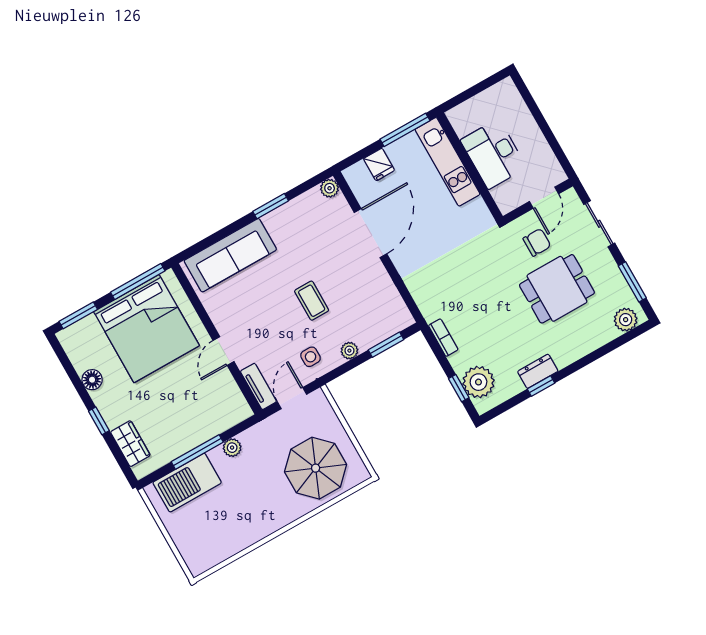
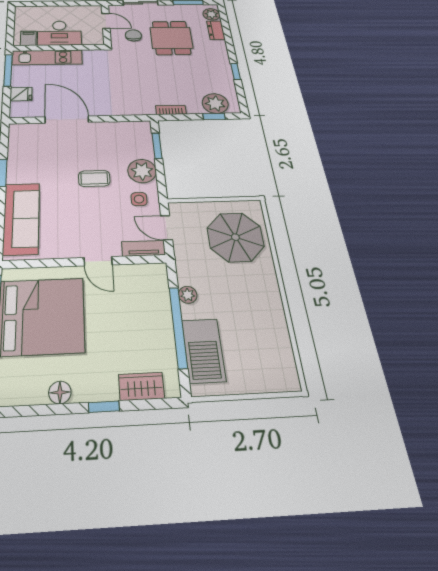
filing cabinet: (465, 123) -> (28, 38), added
plant: (330, 188) -> (16, 130), removed
plant: (349, 351) -> (142, 171), width x1.88, depth x1.88
dresser: (538, 371) -> (216, 30), moved
window: (197, 452) -> (178, 327), width x1.46

